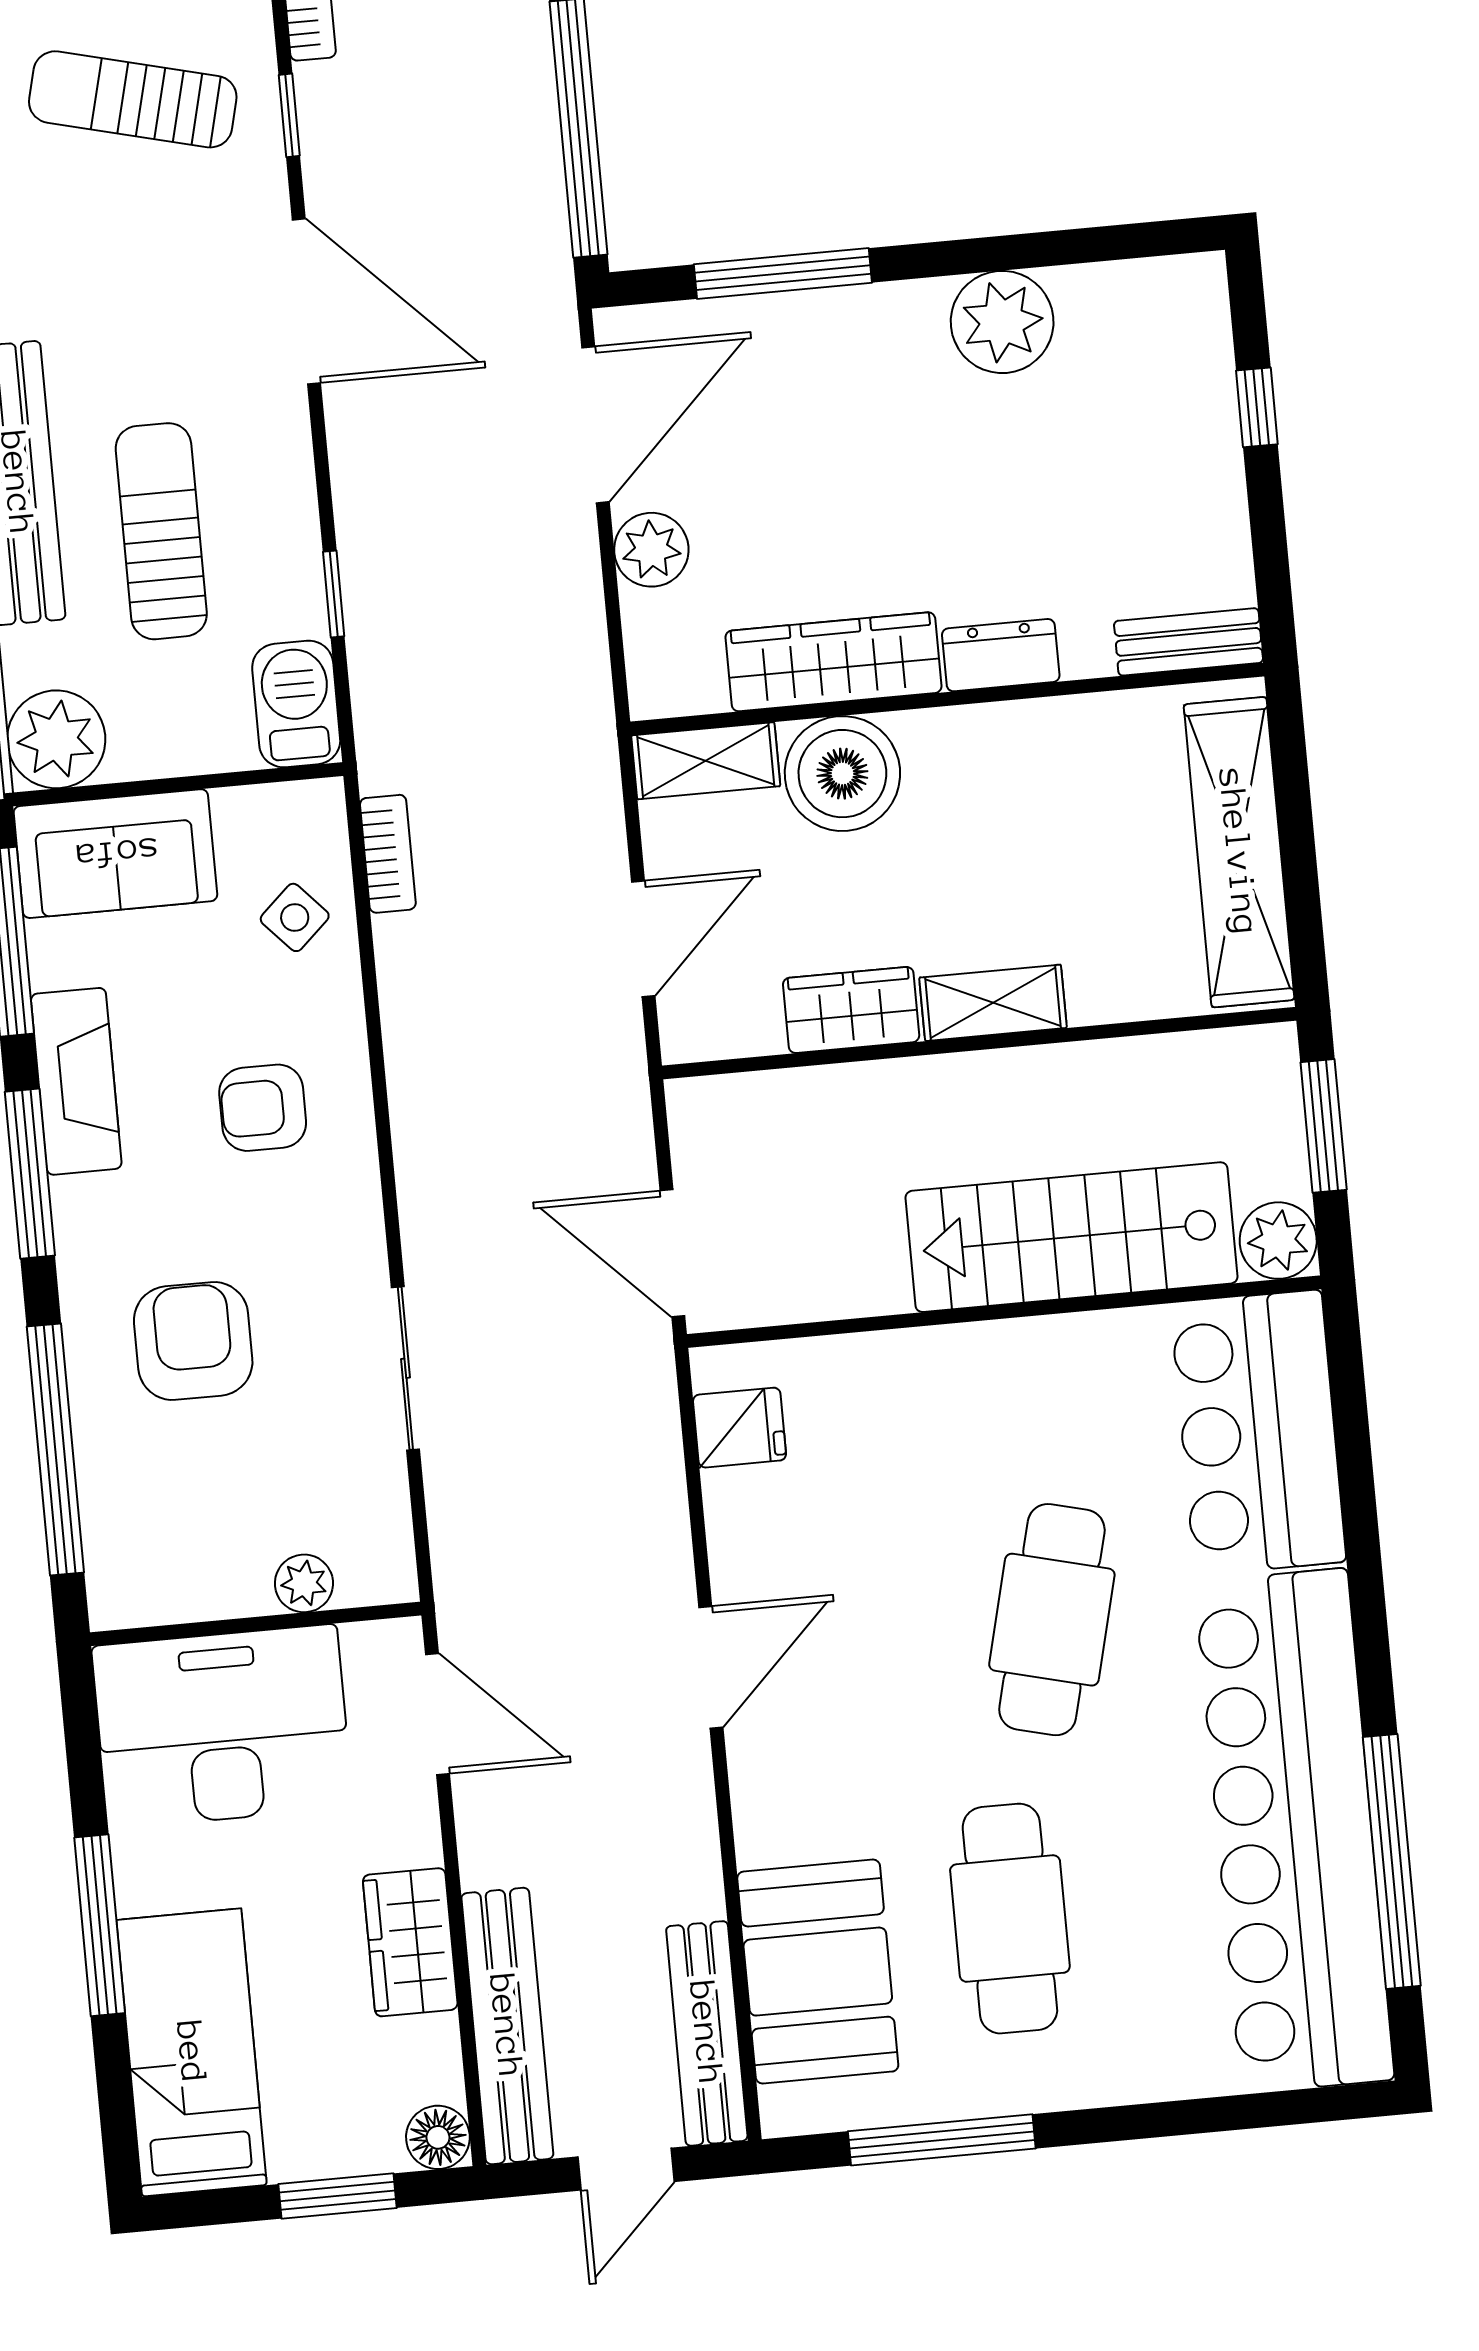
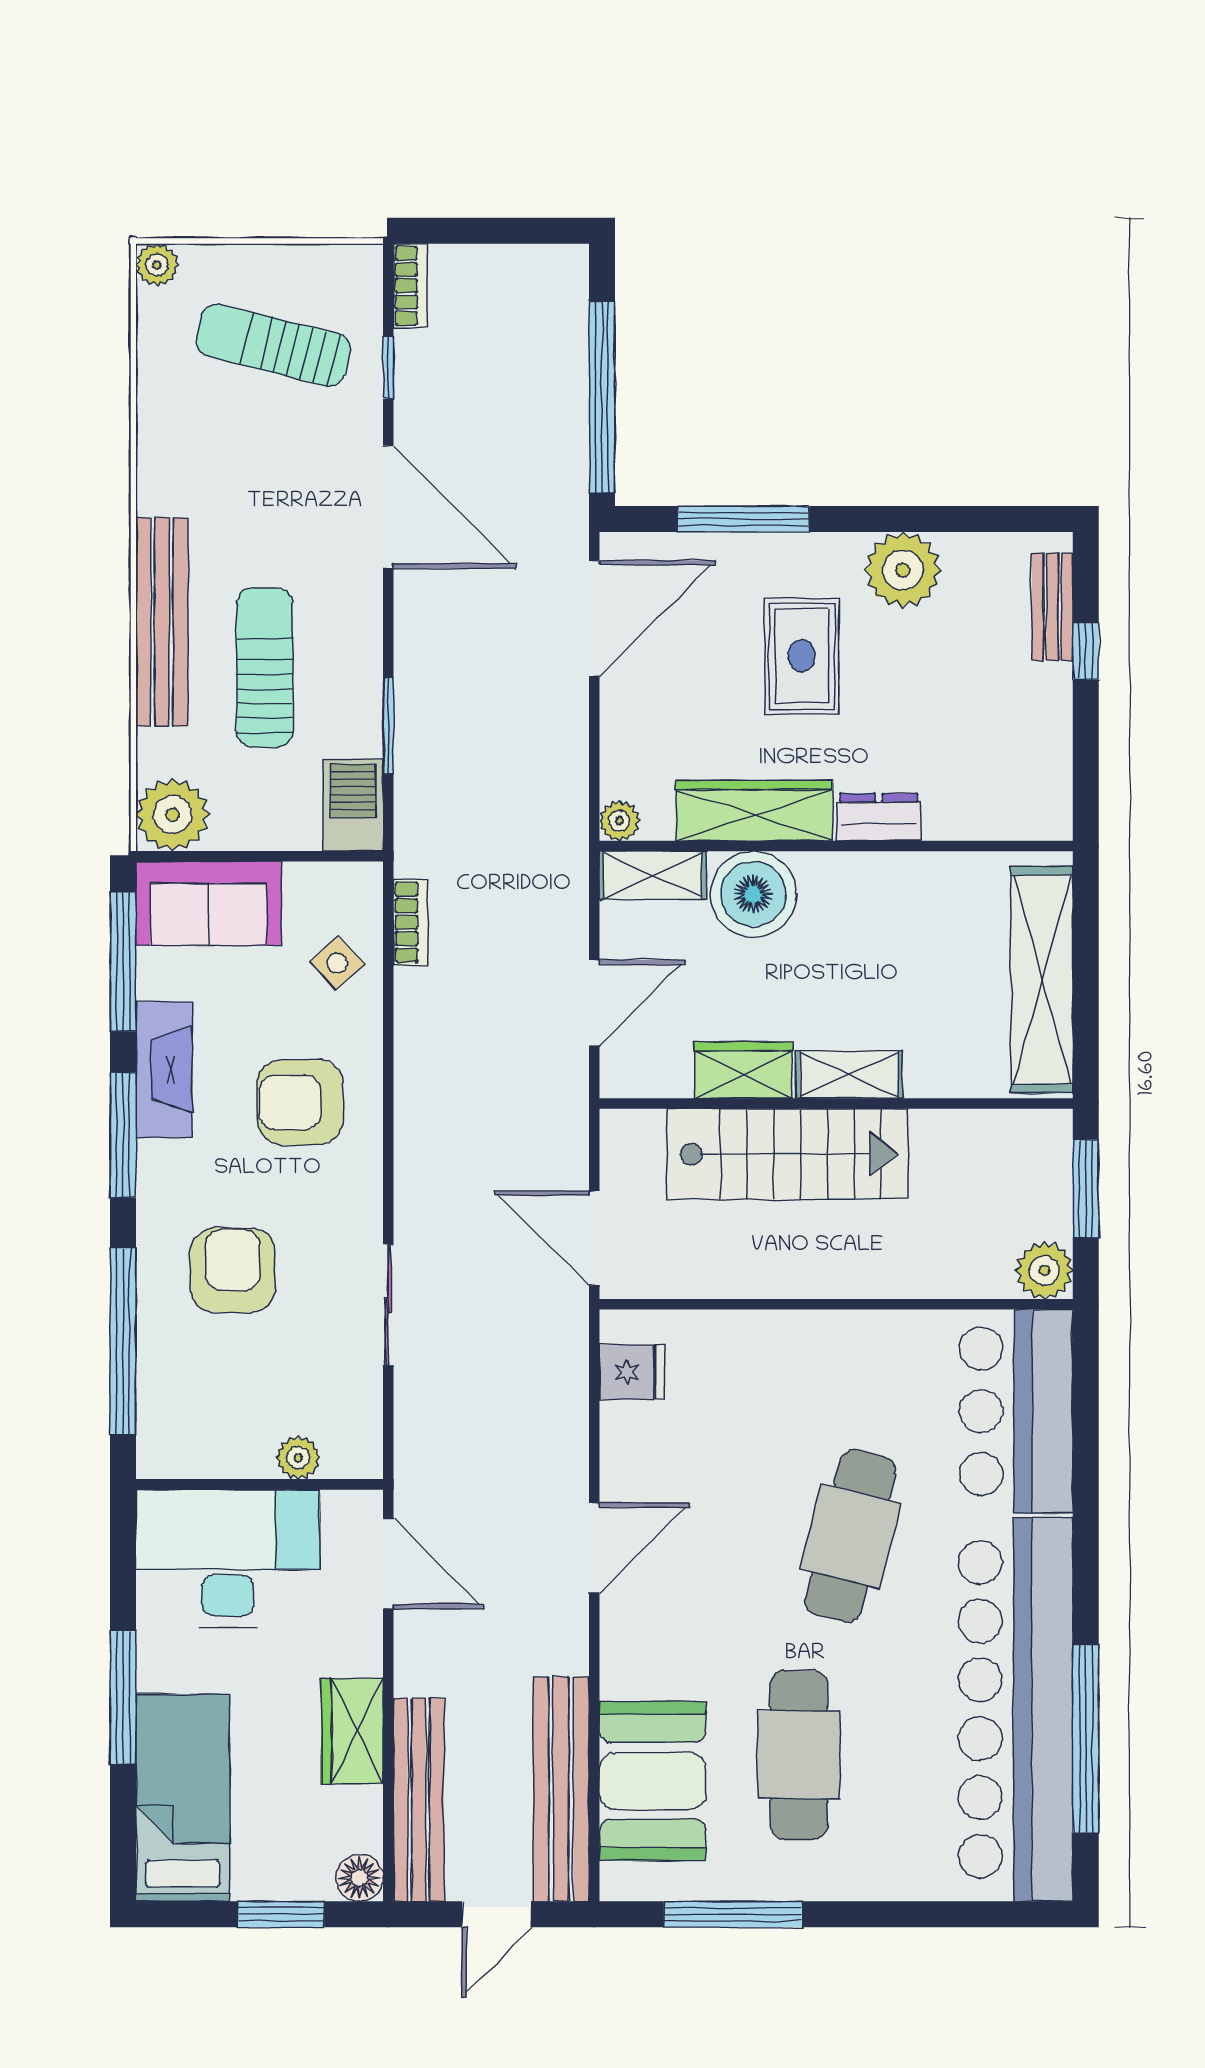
rug: (878, 449) -> (802, 656), added
plant: (651, 550) -> (619, 821), moved, width x0.73, depth x0.73
window: (334, 594) -> (388, 726), width x1.50
bench: (1188, 642) -> (1052, 607), moved, turned 90
armchair: (263, 1108) -> (300, 1102), width x1.38, depth x1.38
stairs: (1072, 1237) -> (788, 1154), moved, turned 180
bench: (707, 2033) -> (561, 1789), width x1.37, depth x1.21

